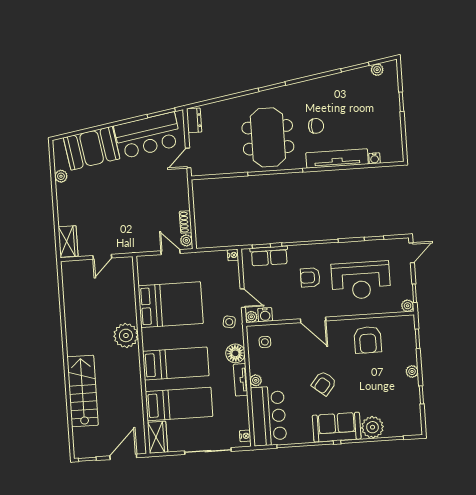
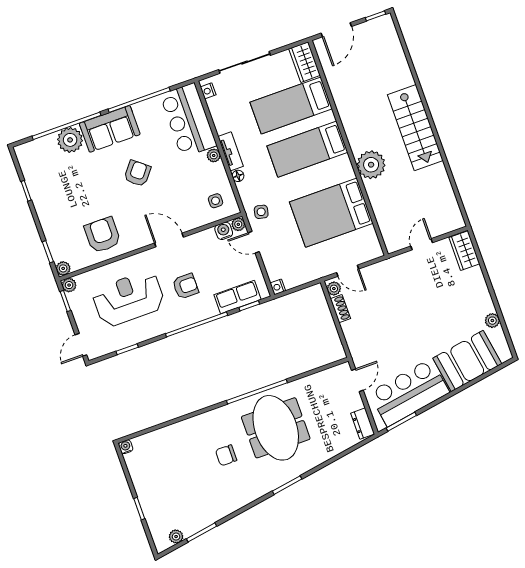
tv unit: (337, 158) -> (193, 426), removed
water cooler: (375, 158) -> (126, 447), moved
floor lamp: (235, 353) -> (238, 176), width x0.53, depth x0.53
plant: (412, 371) -> (63, 268), moved
stairs: (83, 391) -> (415, 128), moved

